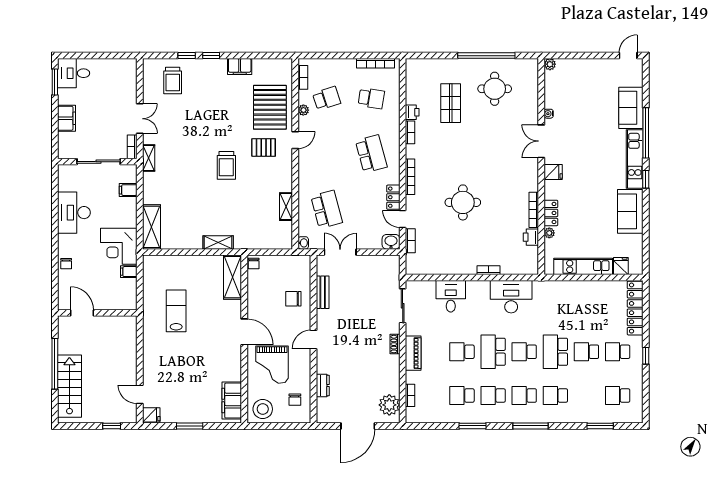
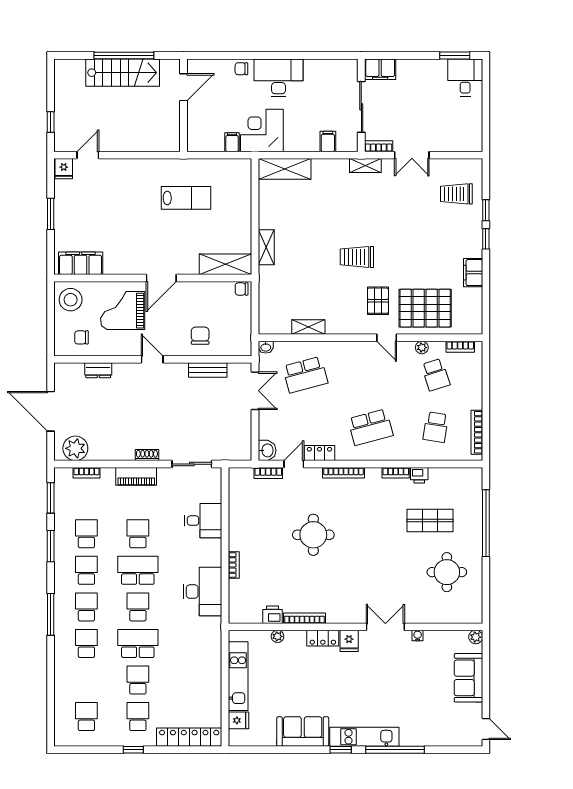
window: (486, 56) -> (486, 523), moved
sofa: (631, 108) -> (468, 678), moved, turned -90
filing cabinet: (67, 118) -> (380, 69), moved
desk: (74, 213) -> (279, 78), moved
locker: (551, 213) -> (323, 638), moved
stairs: (69, 386) -> (123, 73), moved
window: (600, 426) -> (51, 498), moved

